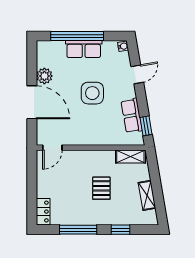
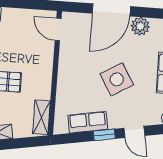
side table: (92, 93) -> (117, 79), turned -31
window: (146, 126) -> (104, 135), moved

